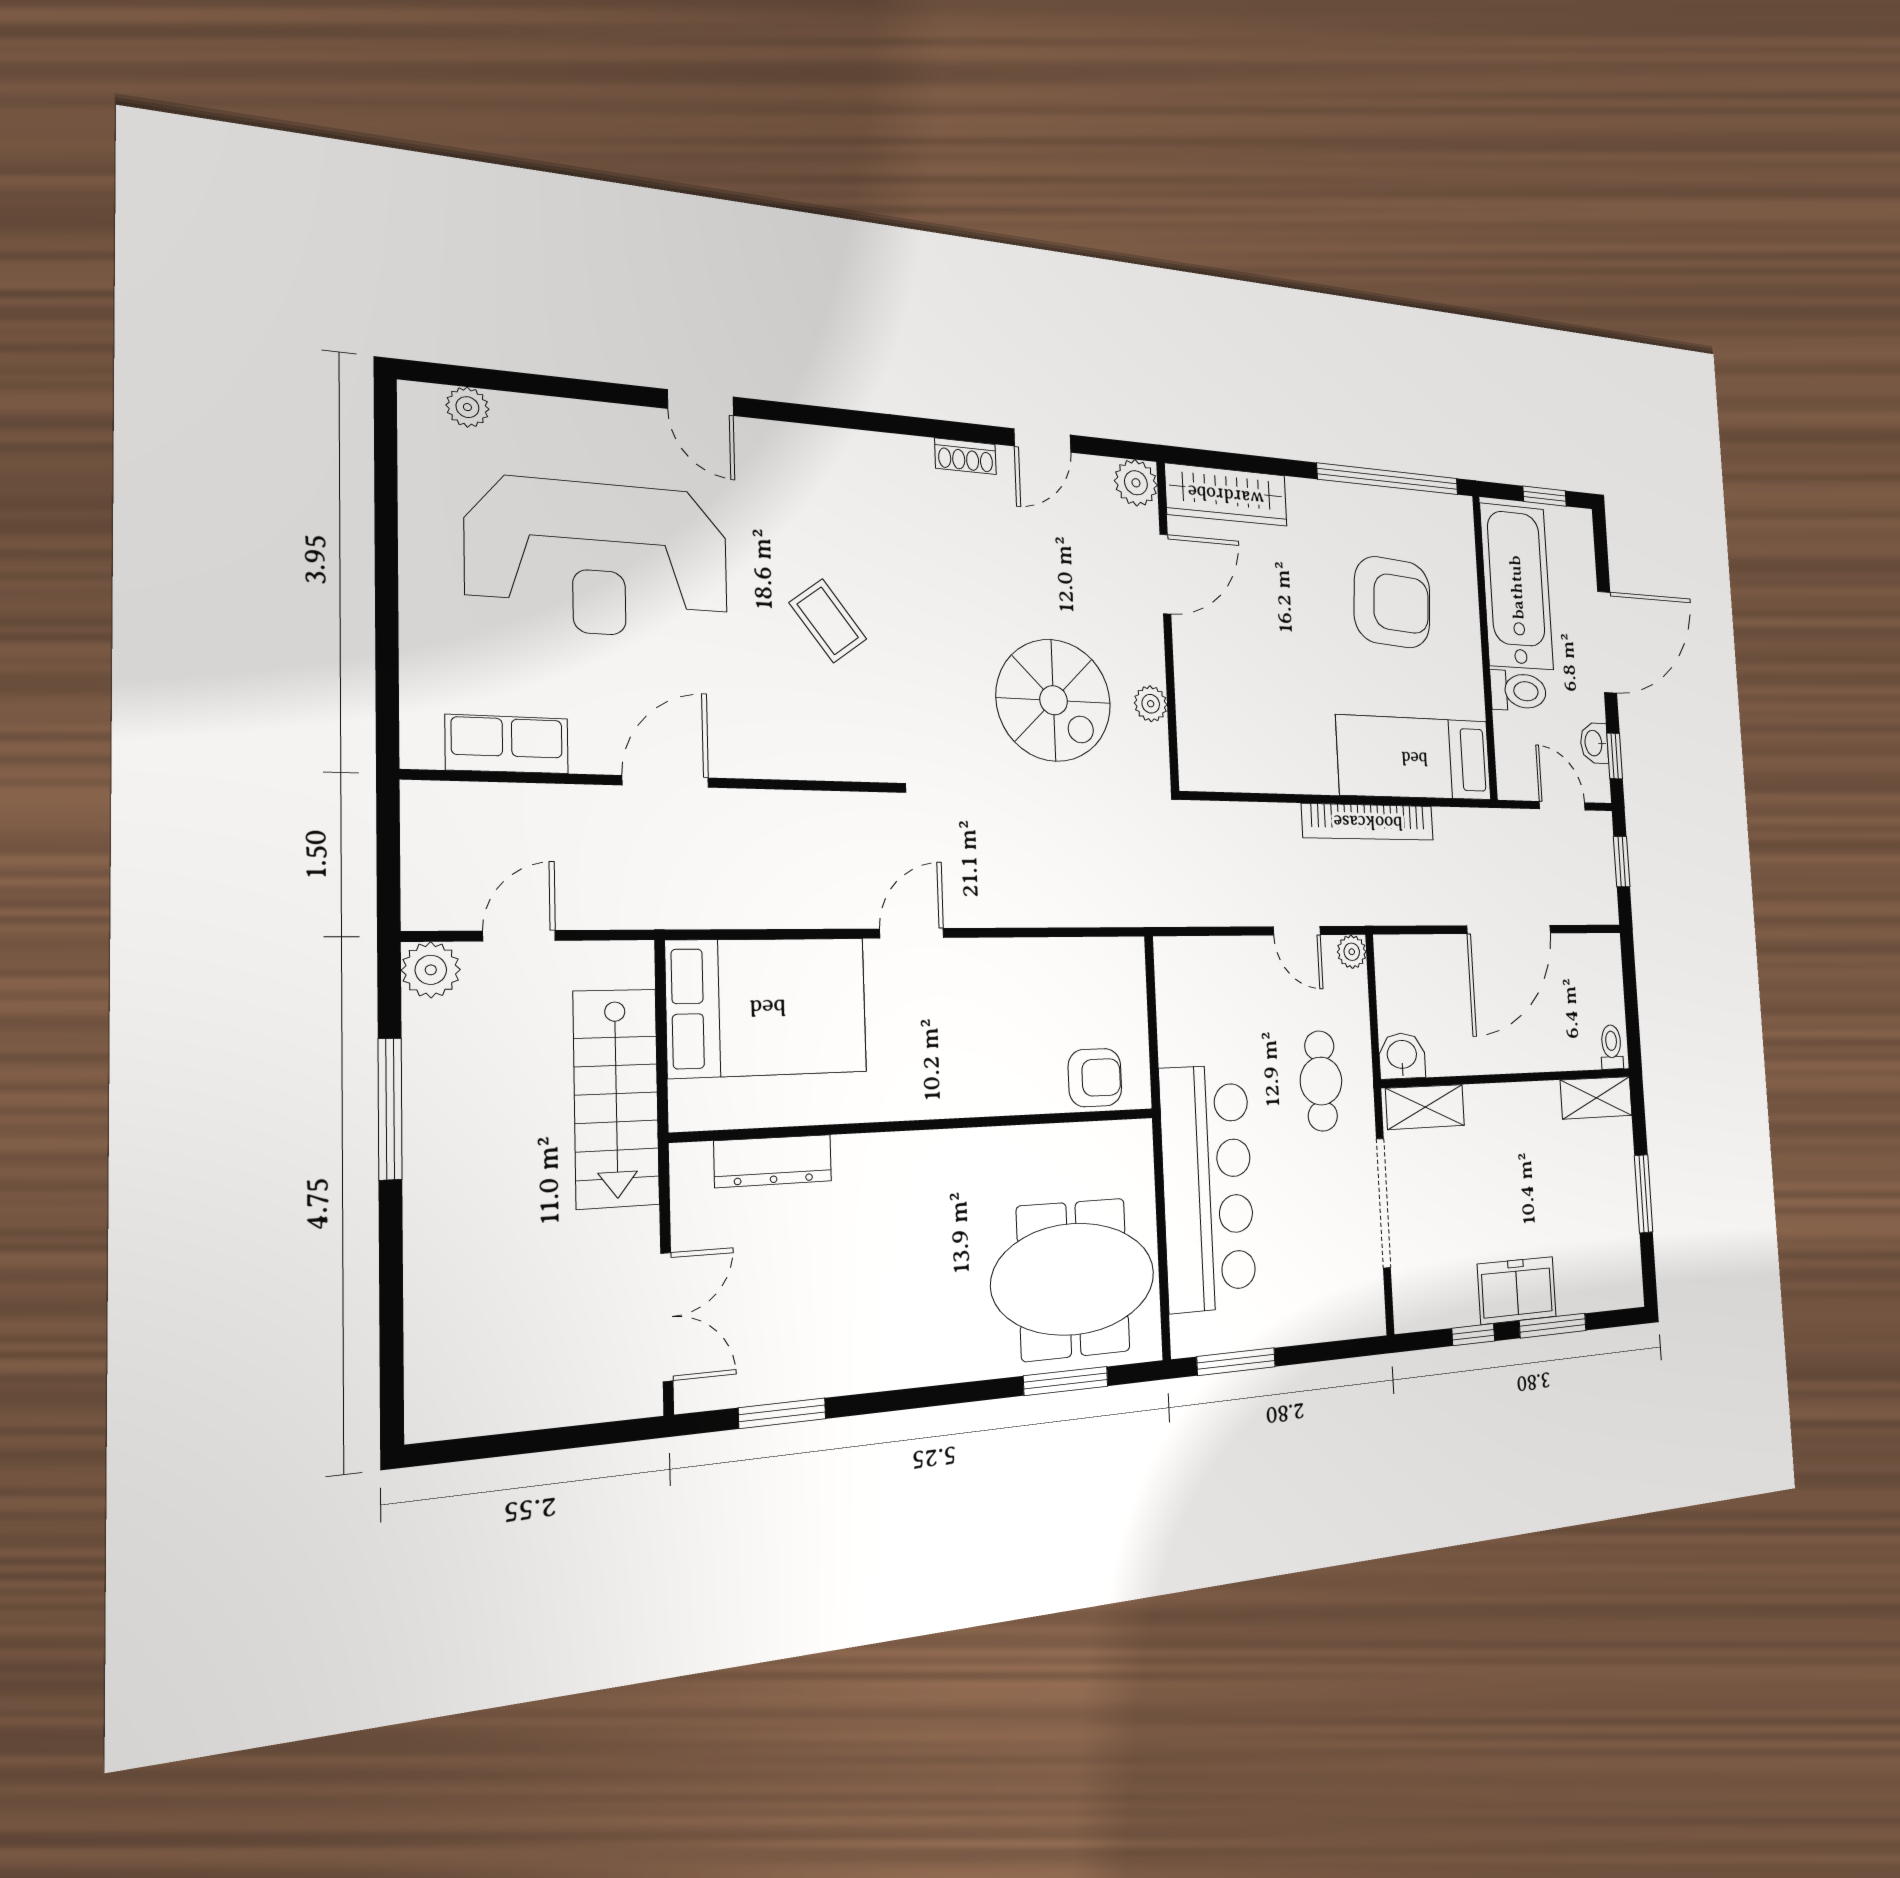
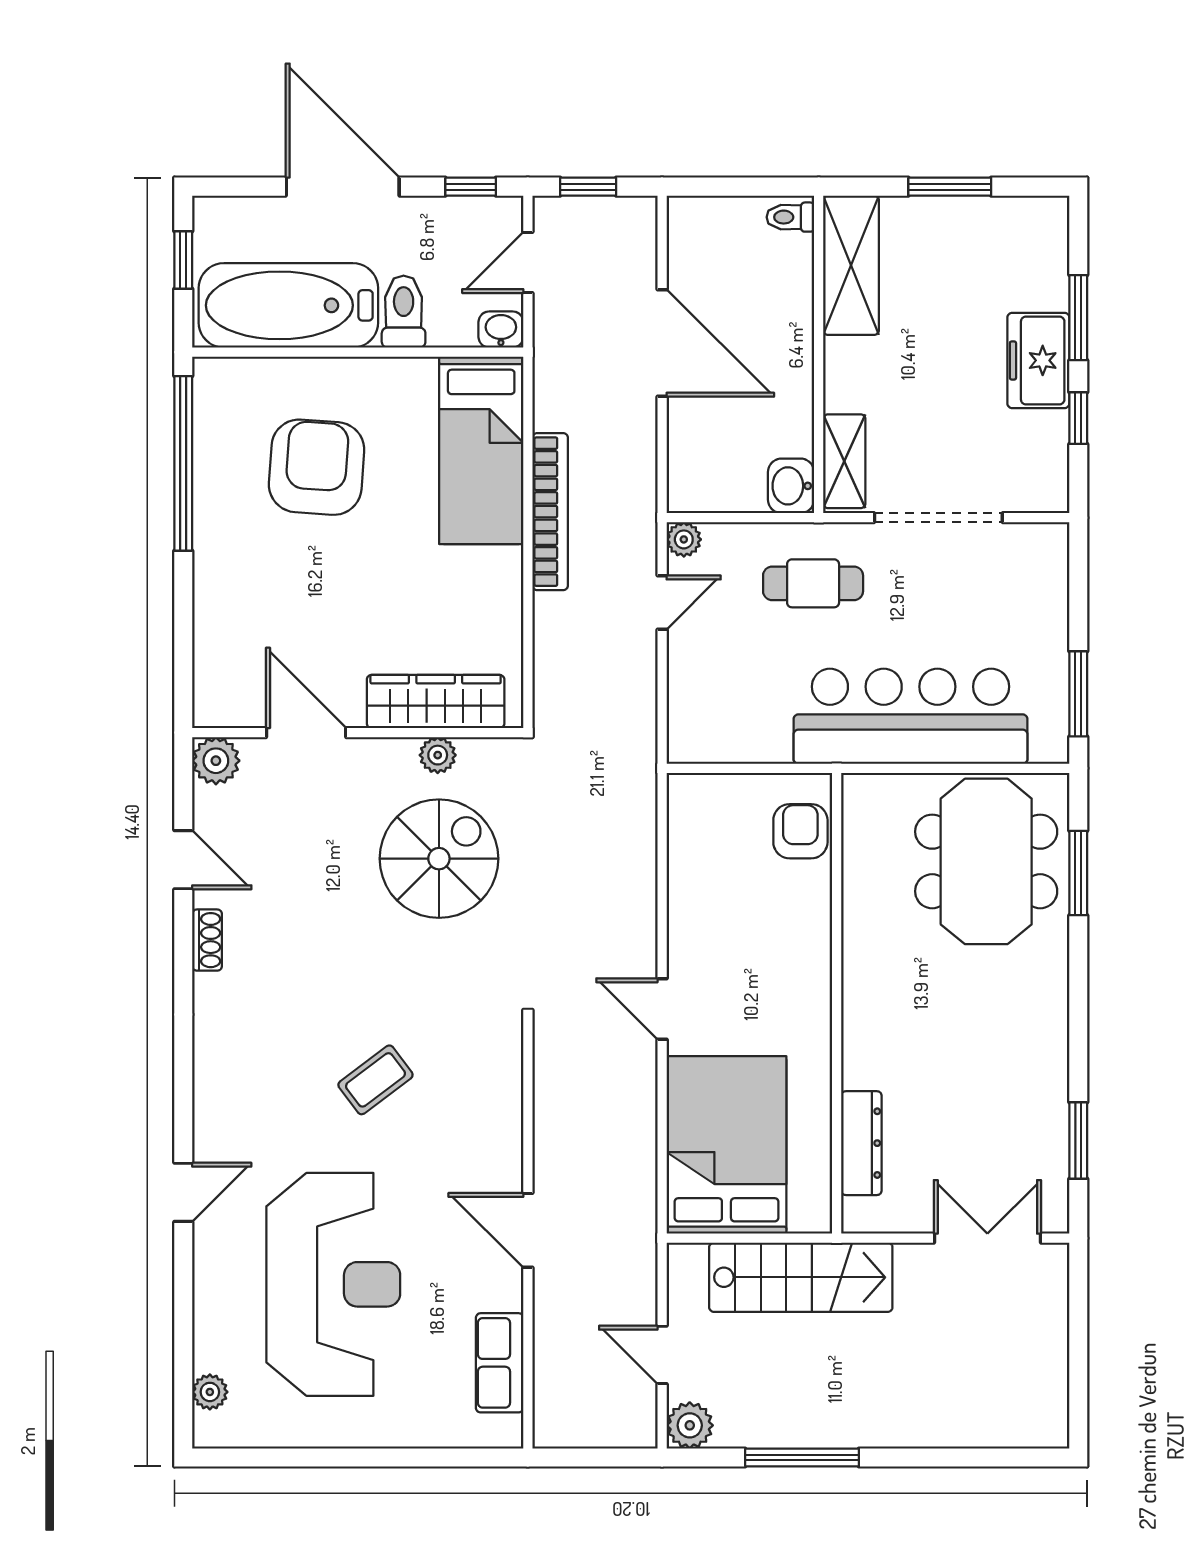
wardrobe: (1226, 495) -> (436, 701), moved, turned -90
washbasin: (1594, 743) -> (501, 330), moved, turned 180
shelving: (1596, 1098) -> (851, 265), width x1.50, depth x1.33

